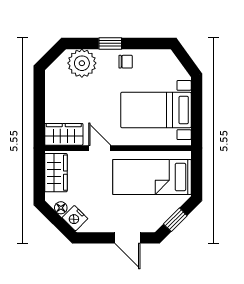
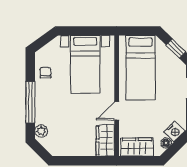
window: (110, 43) -> (30, 102), width x2.17
chair: (126, 62) -> (45, 73), moved
plant: (82, 63) -> (41, 131), width x0.53, depth x0.53

